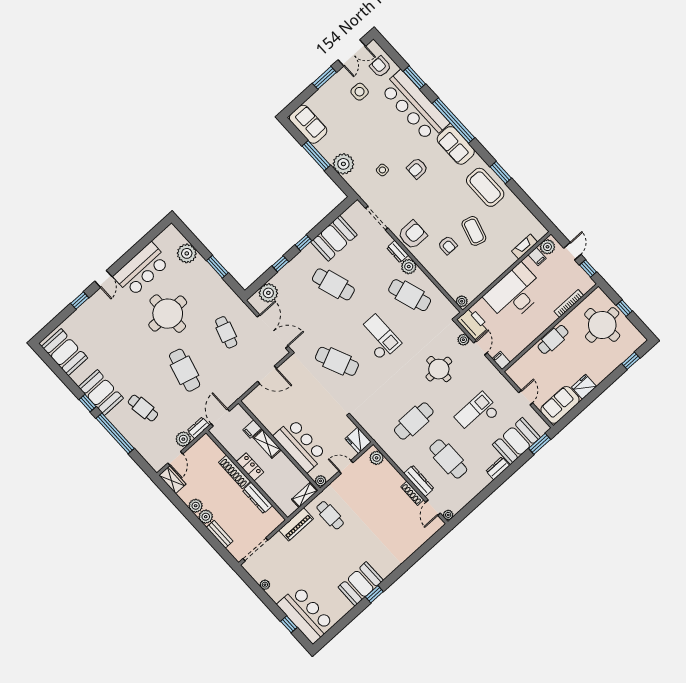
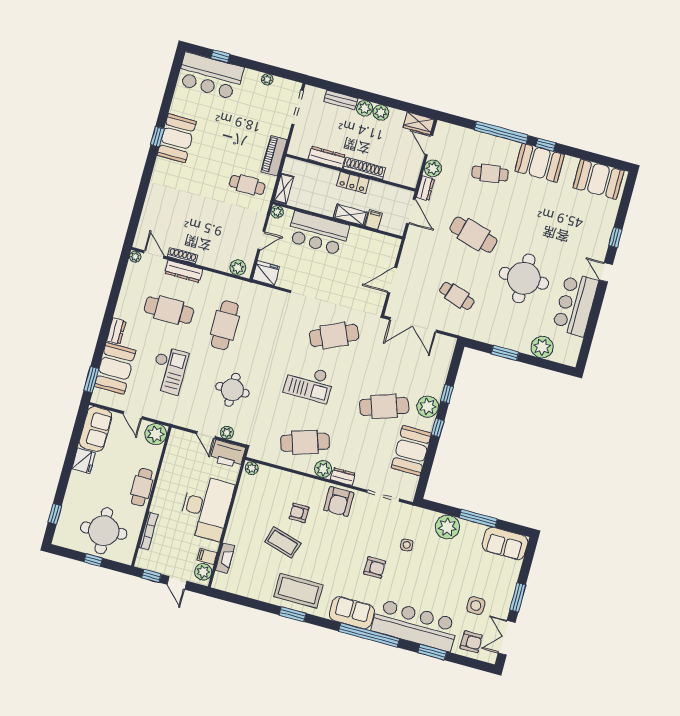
armchair: (417, 168) -> (375, 568), turned 90
plant: (268, 293) -> (428, 407), moved
filing cabinet: (501, 361) -> (178, 436), removed
plant: (517, 373) -> (156, 434), added

